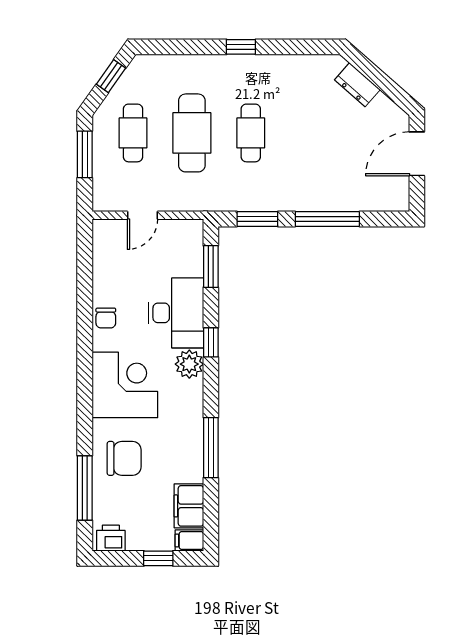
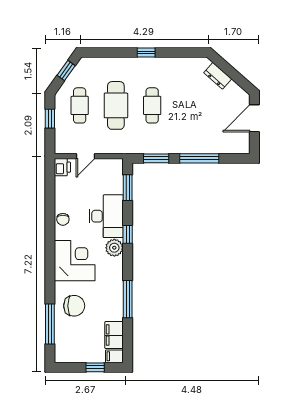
window: (85, 154) -> (50, 119), width x0.67
printer: (111, 538) -> (62, 167), moved, turned 90

